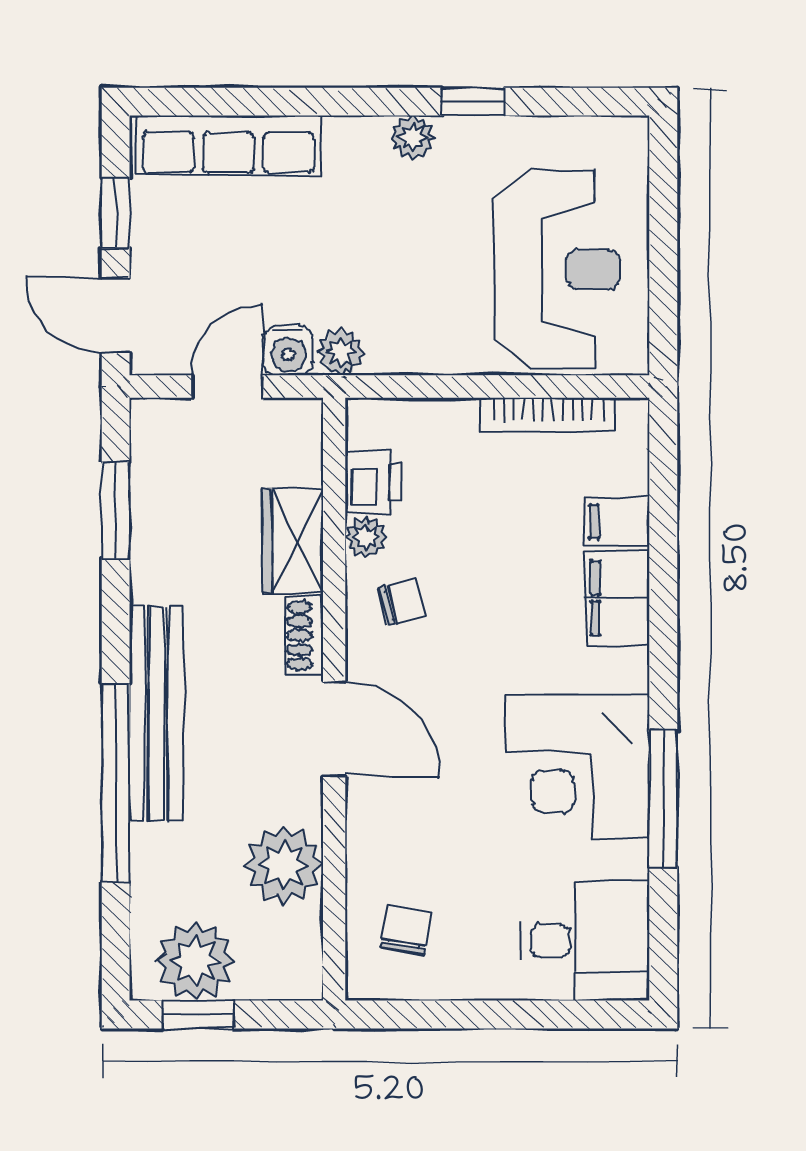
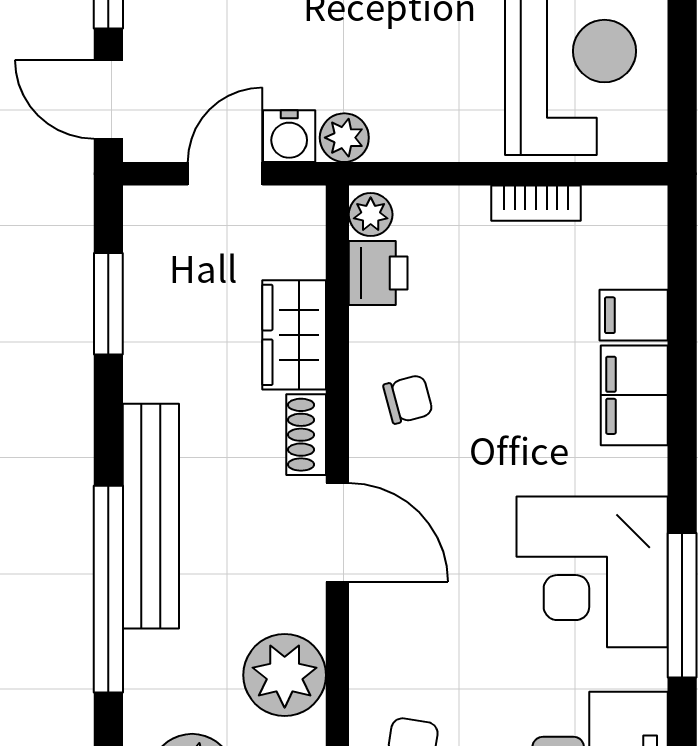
bookcase: (548, 415) -> (536, 203), width x0.64
plant: (366, 537) -> (371, 215), moved

